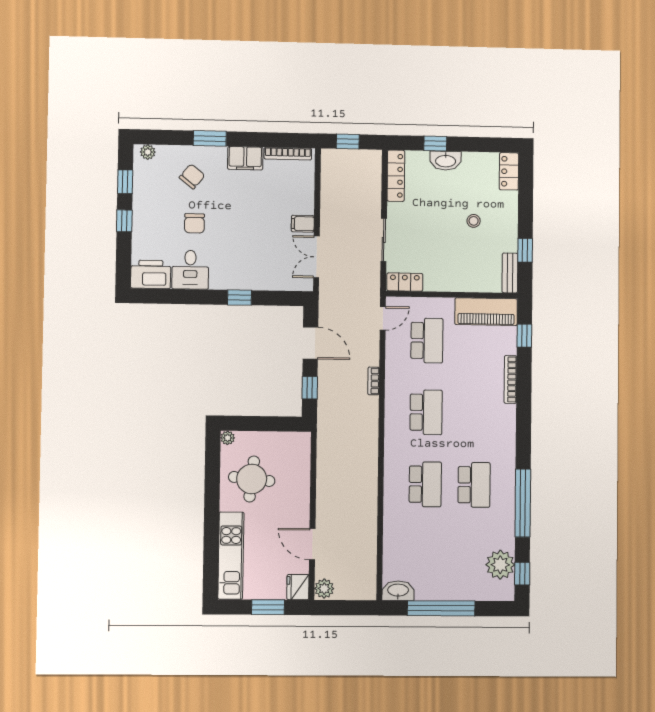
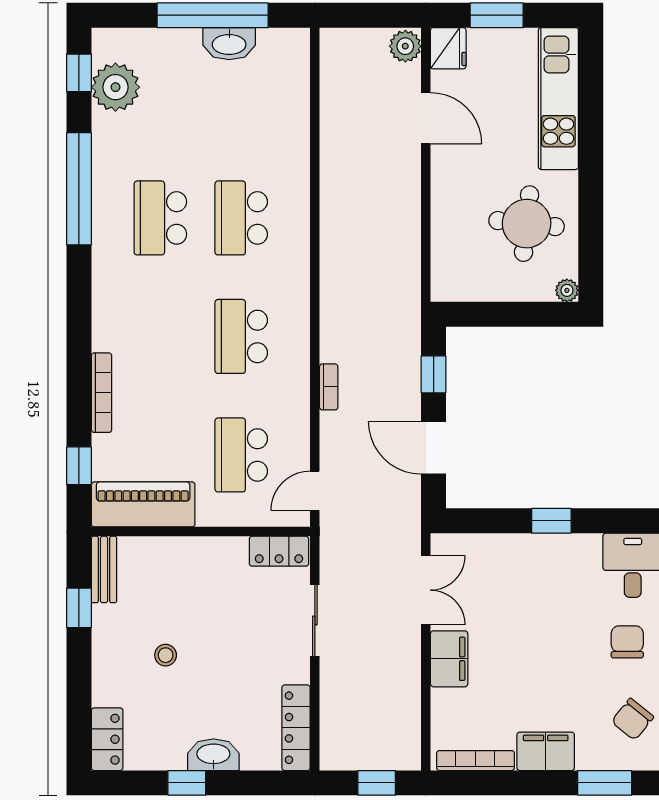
window: (435, 144) -> (187, 783), moved
filing cabinet: (303, 224) -> (449, 659), width x2.00
washbasin: (398, 591) -> (229, 44), moved

